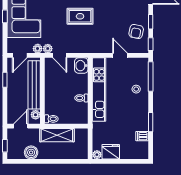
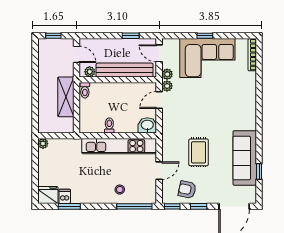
rug: (80, 16) -> (199, 152), moved
window: (151, 122) -> (69, 206), moved
boiler: (31, 152) -> (46, 67), removed
fridge: (111, 152) -> (48, 195), moved, turned -90

